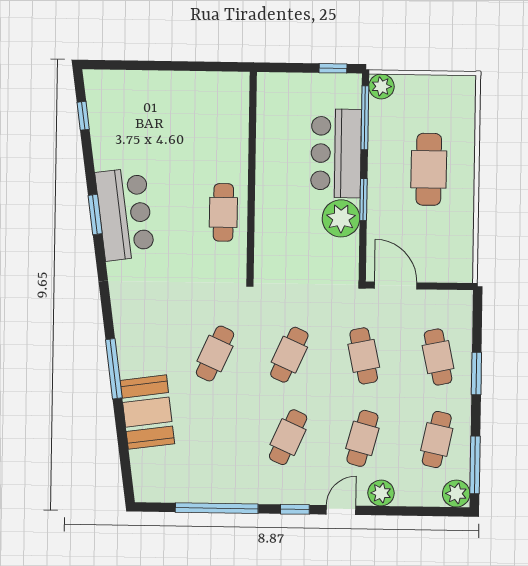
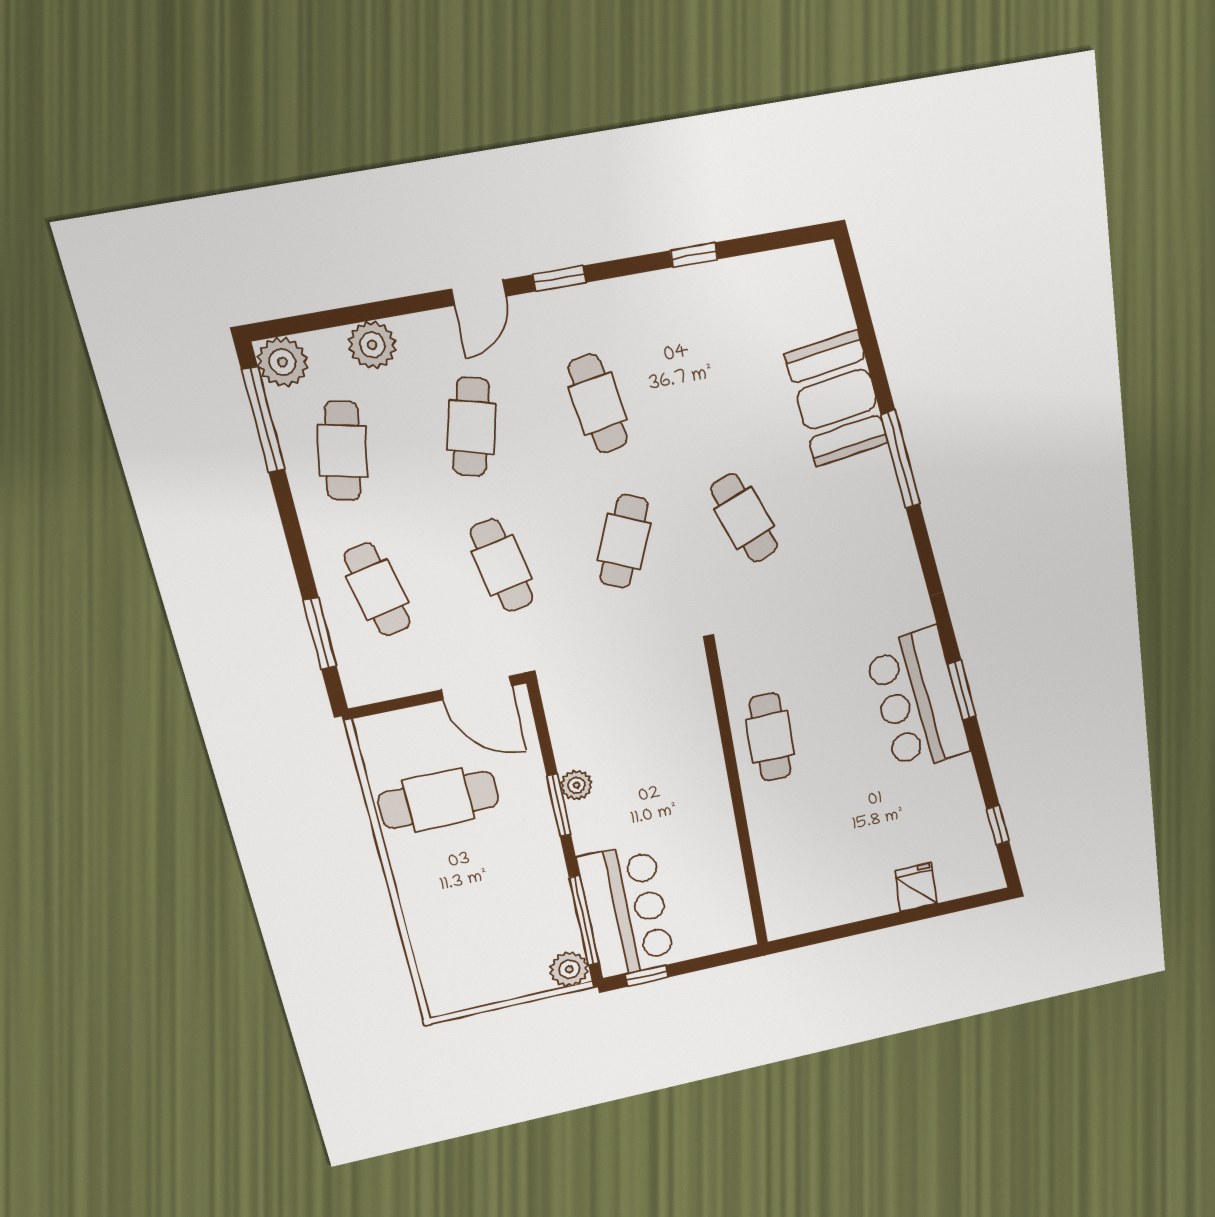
fridge: (145, 85) -> (916, 887), added
bar counter: (336, 153) -> (627, 911), moved
cafe table: (429, 169) -> (438, 800), moved, turned 90
plant: (341, 218) -> (576, 785), width x0.53, depth x0.53
cafe table: (215, 354) -> (744, 518), turned -45
window: (476, 374) -> (320, 634), moved
cafe table: (288, 437) -> (598, 404), turned -33
plant: (381, 493) -> (372, 345), moved
window: (217, 508) -> (694, 255), width x0.32

